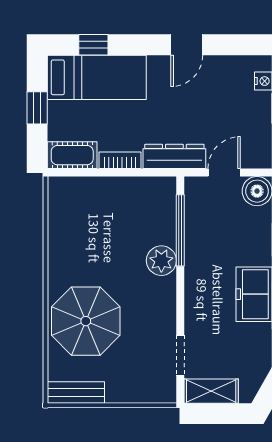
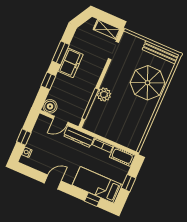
bench: (76, 392) -> (161, 52), width x1.36

